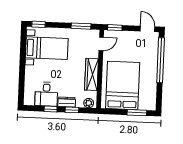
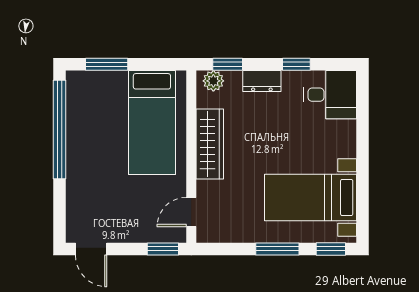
window: (81, 26) -> (277, 249), moved
window: (161, 60) -> (59, 130), moved
bed: (123, 86) -> (152, 122), width x0.67
desk: (46, 94) -> (330, 95), moved, turned 90
window: (72, 110) -> (228, 64), moved

